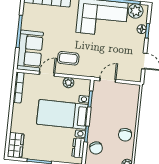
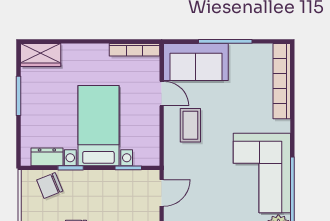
door: (108, 80) -> (162, 193), hinge flipped
plant: (68, 83) -> (151, 130), removed

